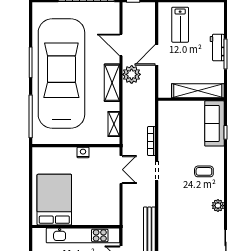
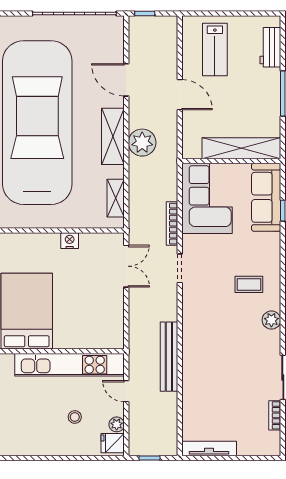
workbench: (217, 47) -> (270, 47), moved
door: (157, 55) -> (180, 95), swing flipped
plant: (132, 74) -> (142, 143), moved
corner sofa: (175, 124) -> (207, 198), added
coffee table: (204, 171) -> (249, 284), moved

